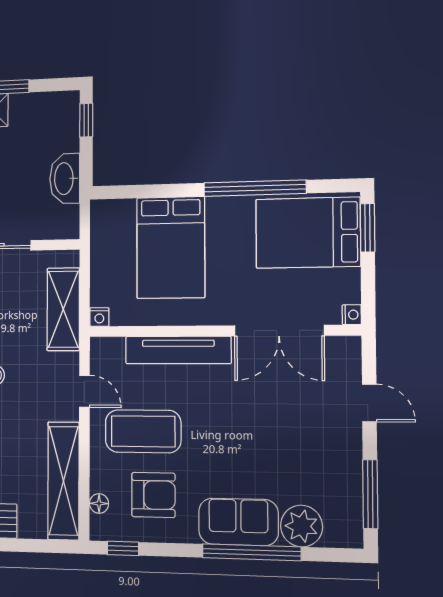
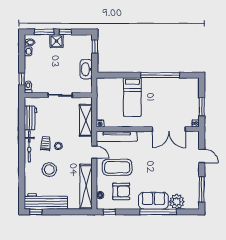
window: (368, 228) -> (202, 107), moved
bed: (308, 233) -> (180, 93), removed
bed: (171, 248) -> (132, 97), width x0.67
tv unit: (178, 350) -> (117, 136), moved

